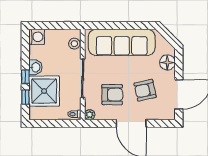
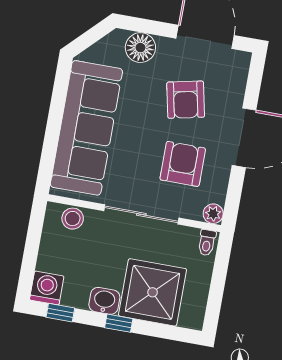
window: (25, 97) -> (60, 313), moved

